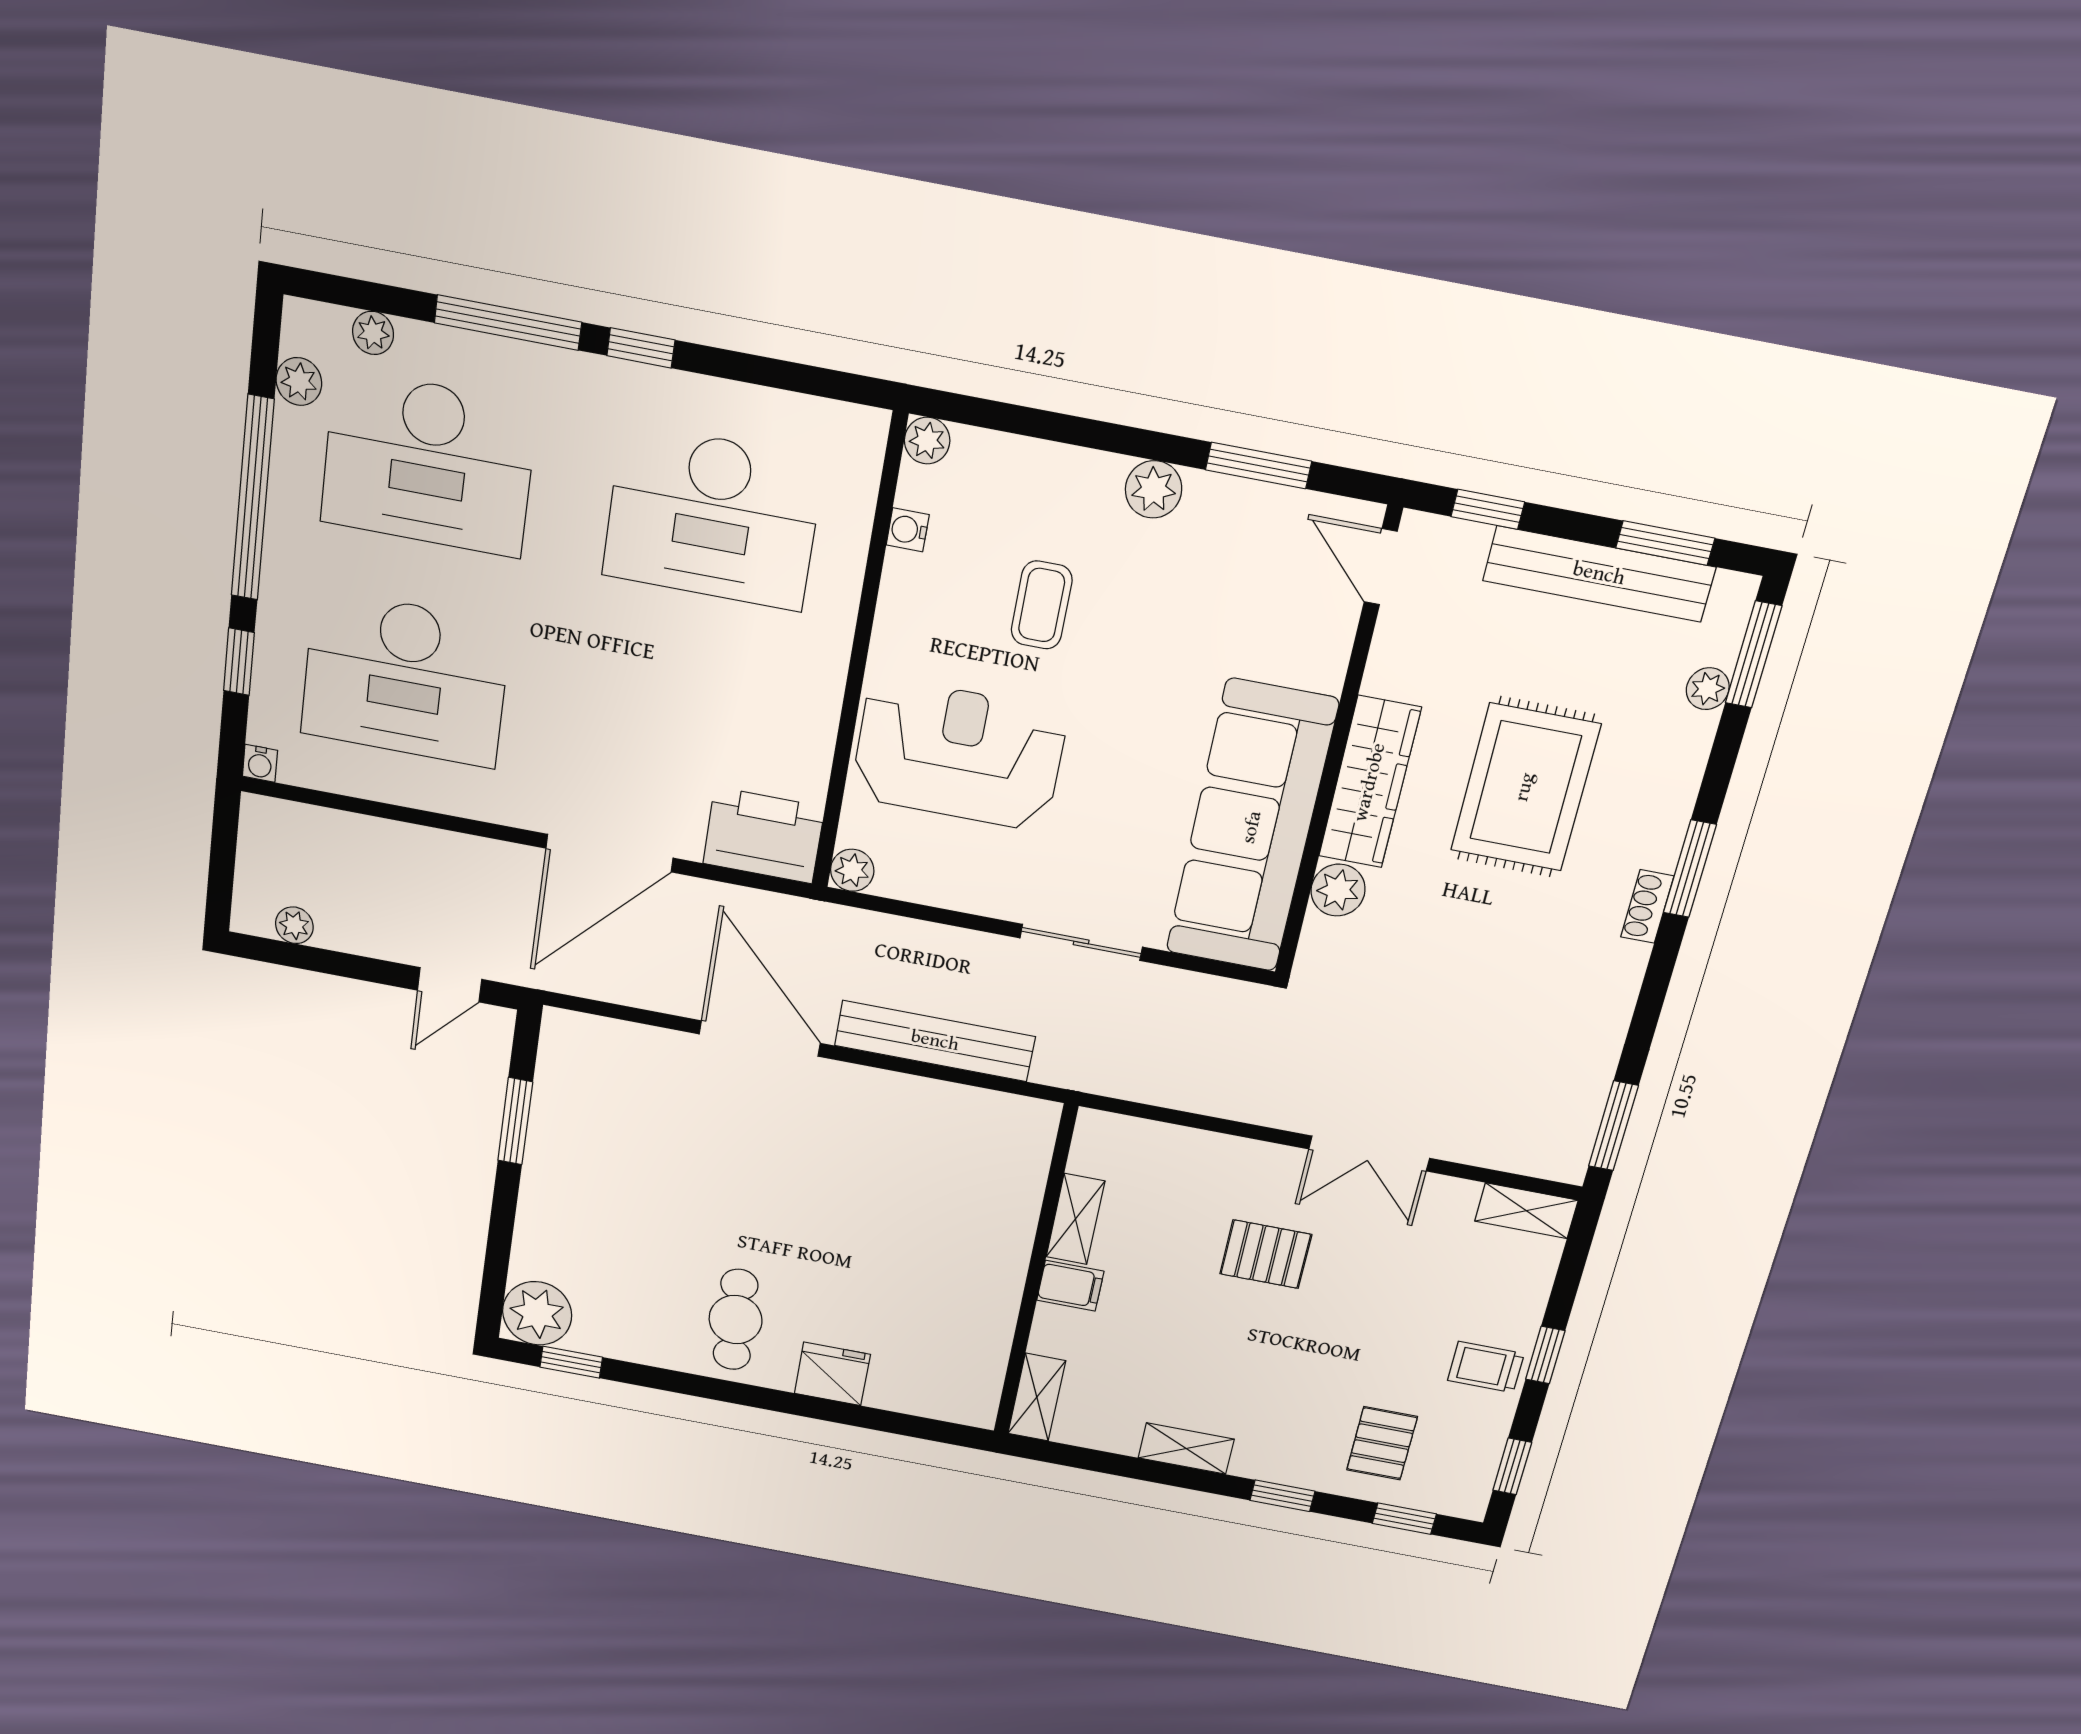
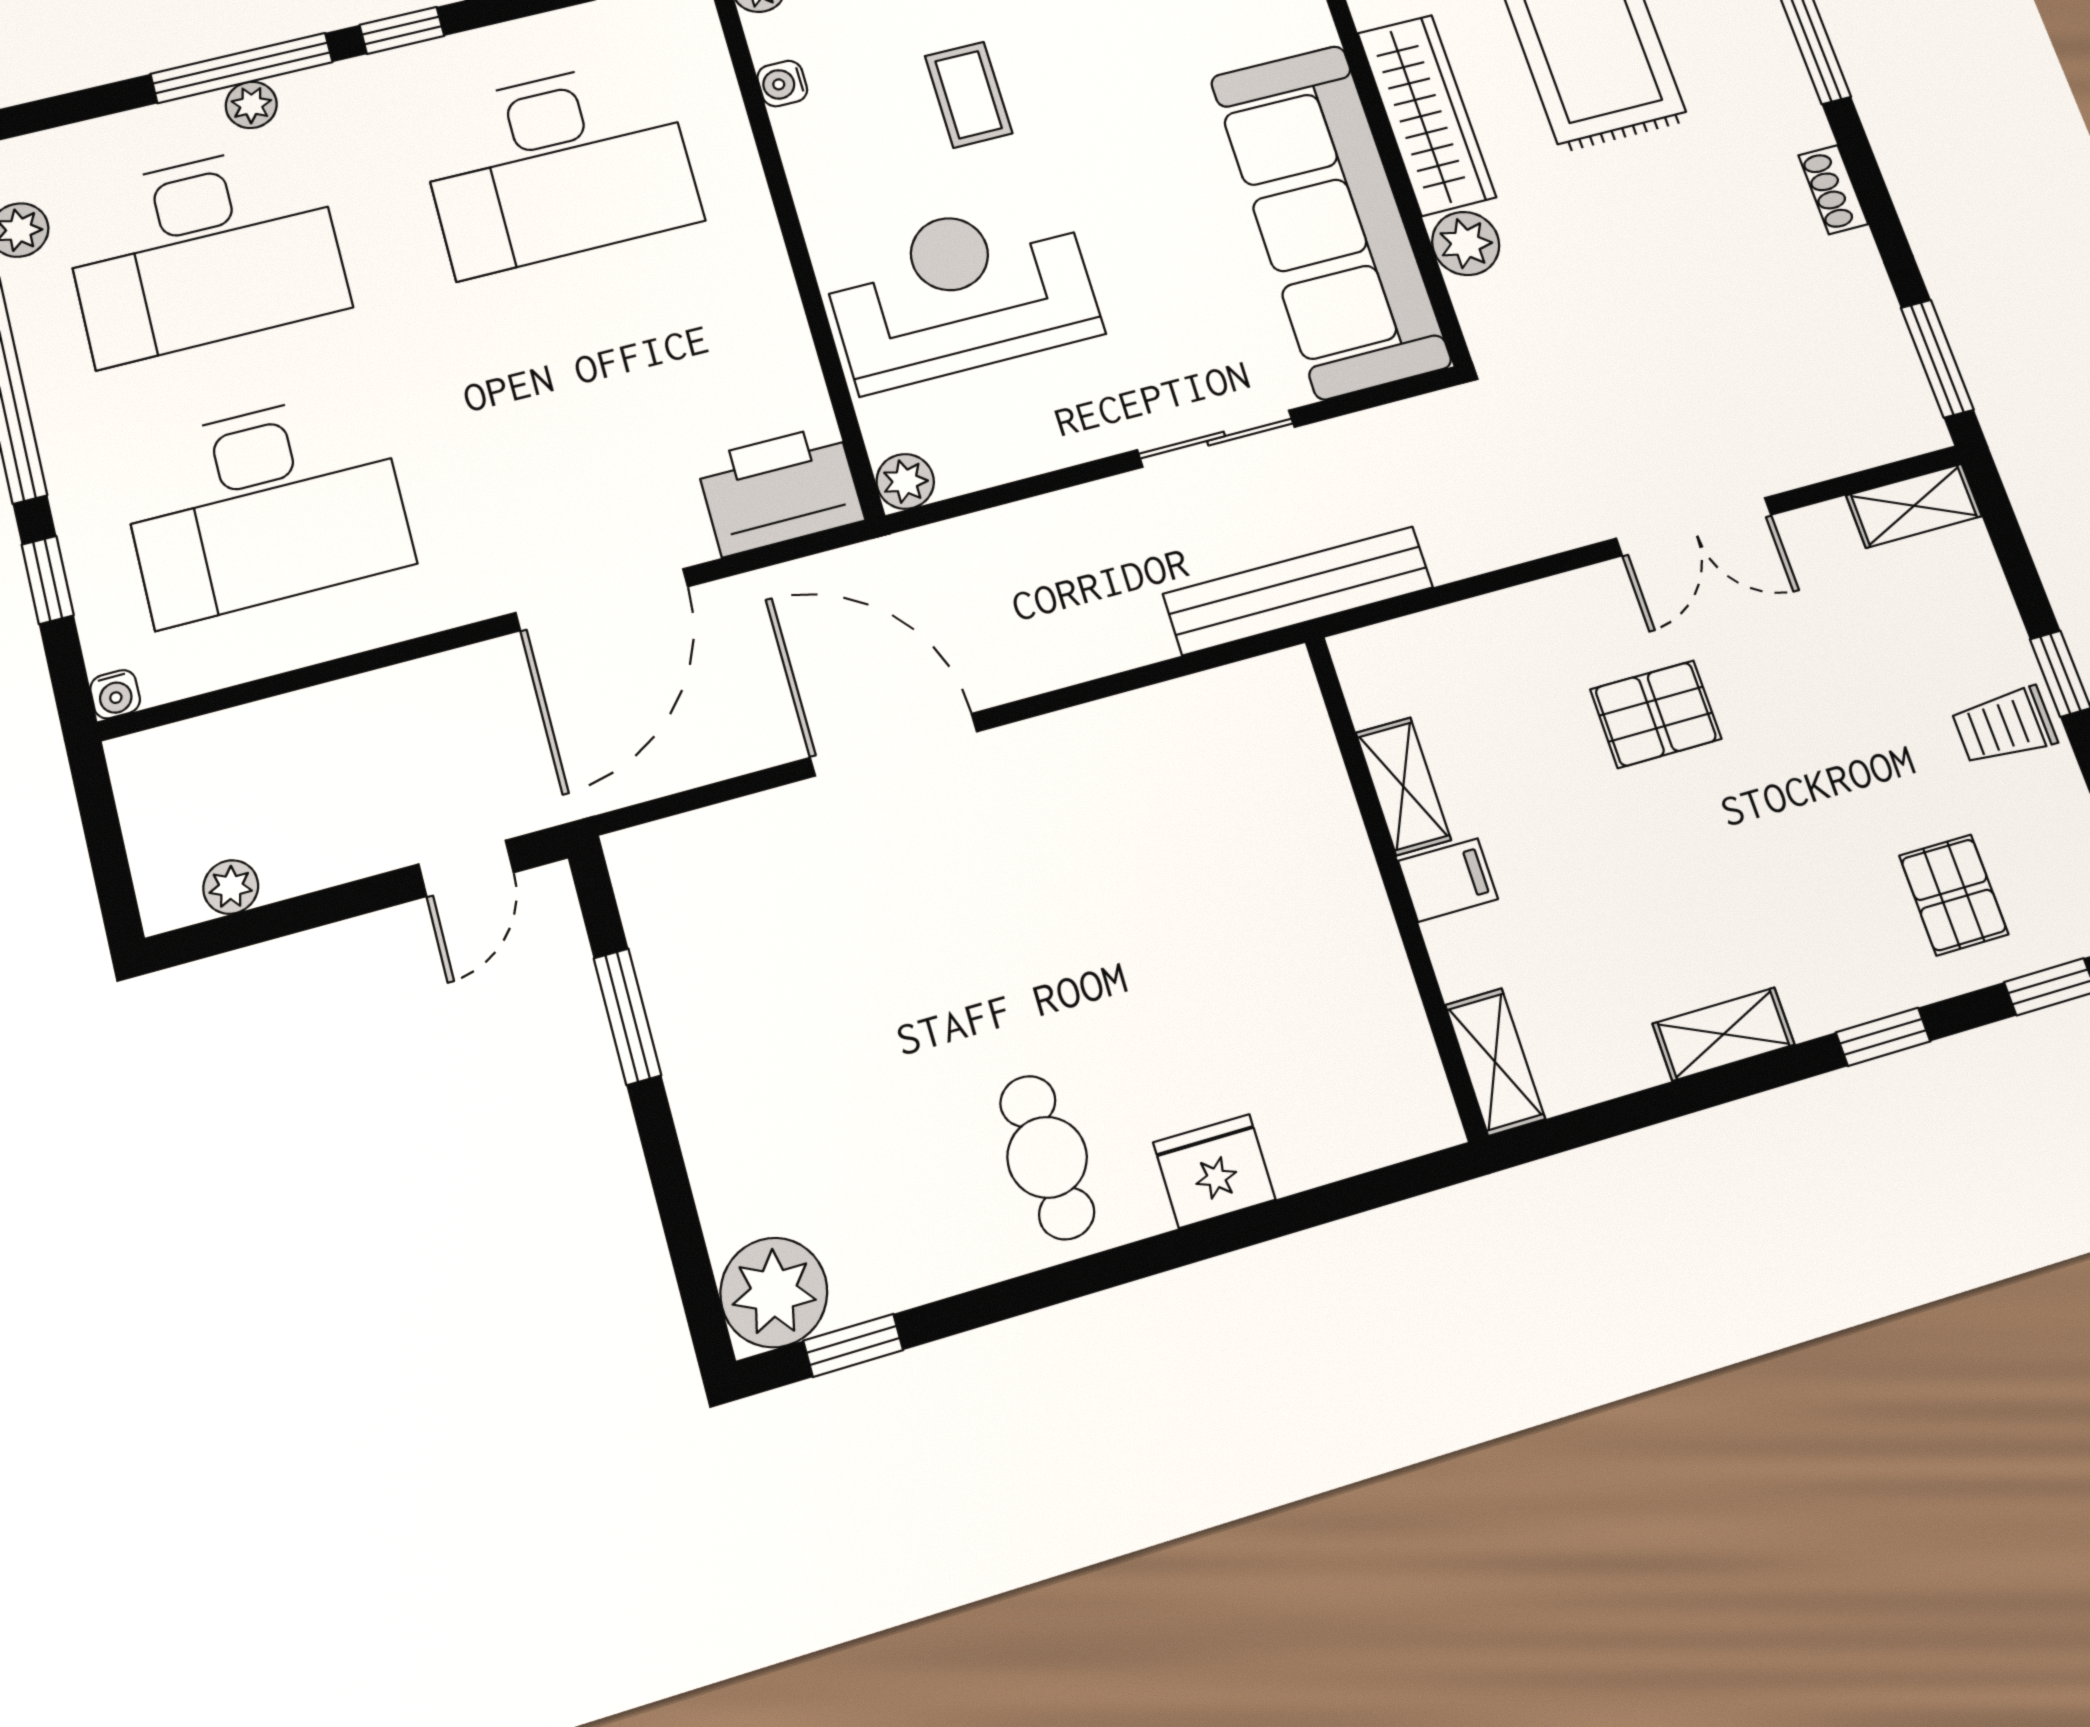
plant: (373, 333) -> (251, 105), moved
shoe rack: (1647, 906) -> (1833, 190), moved
bench: (935, 1041) -> (1298, 591), moved

